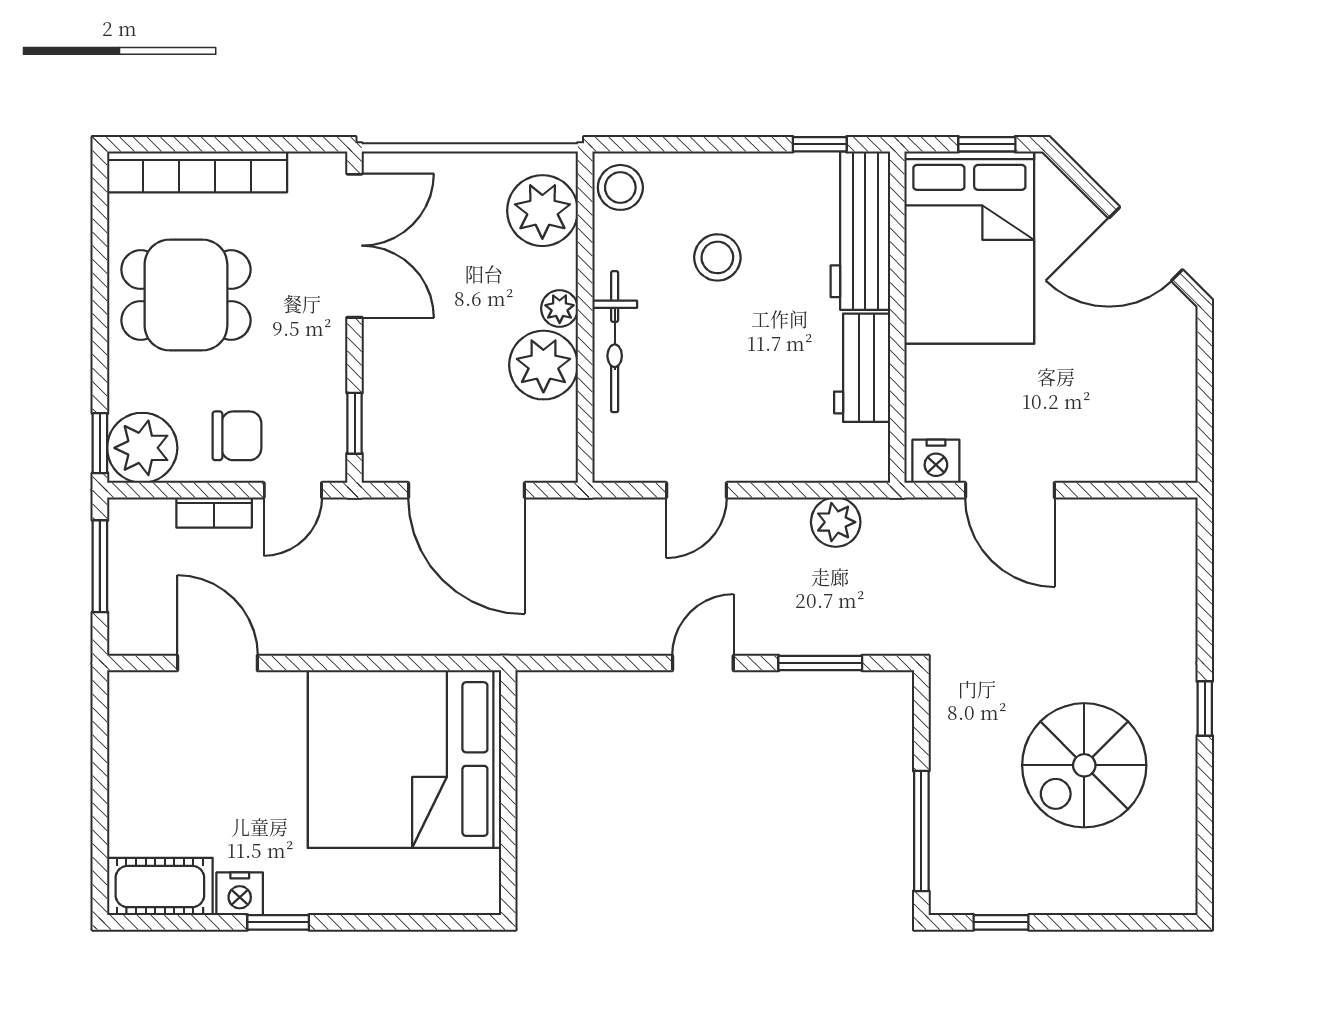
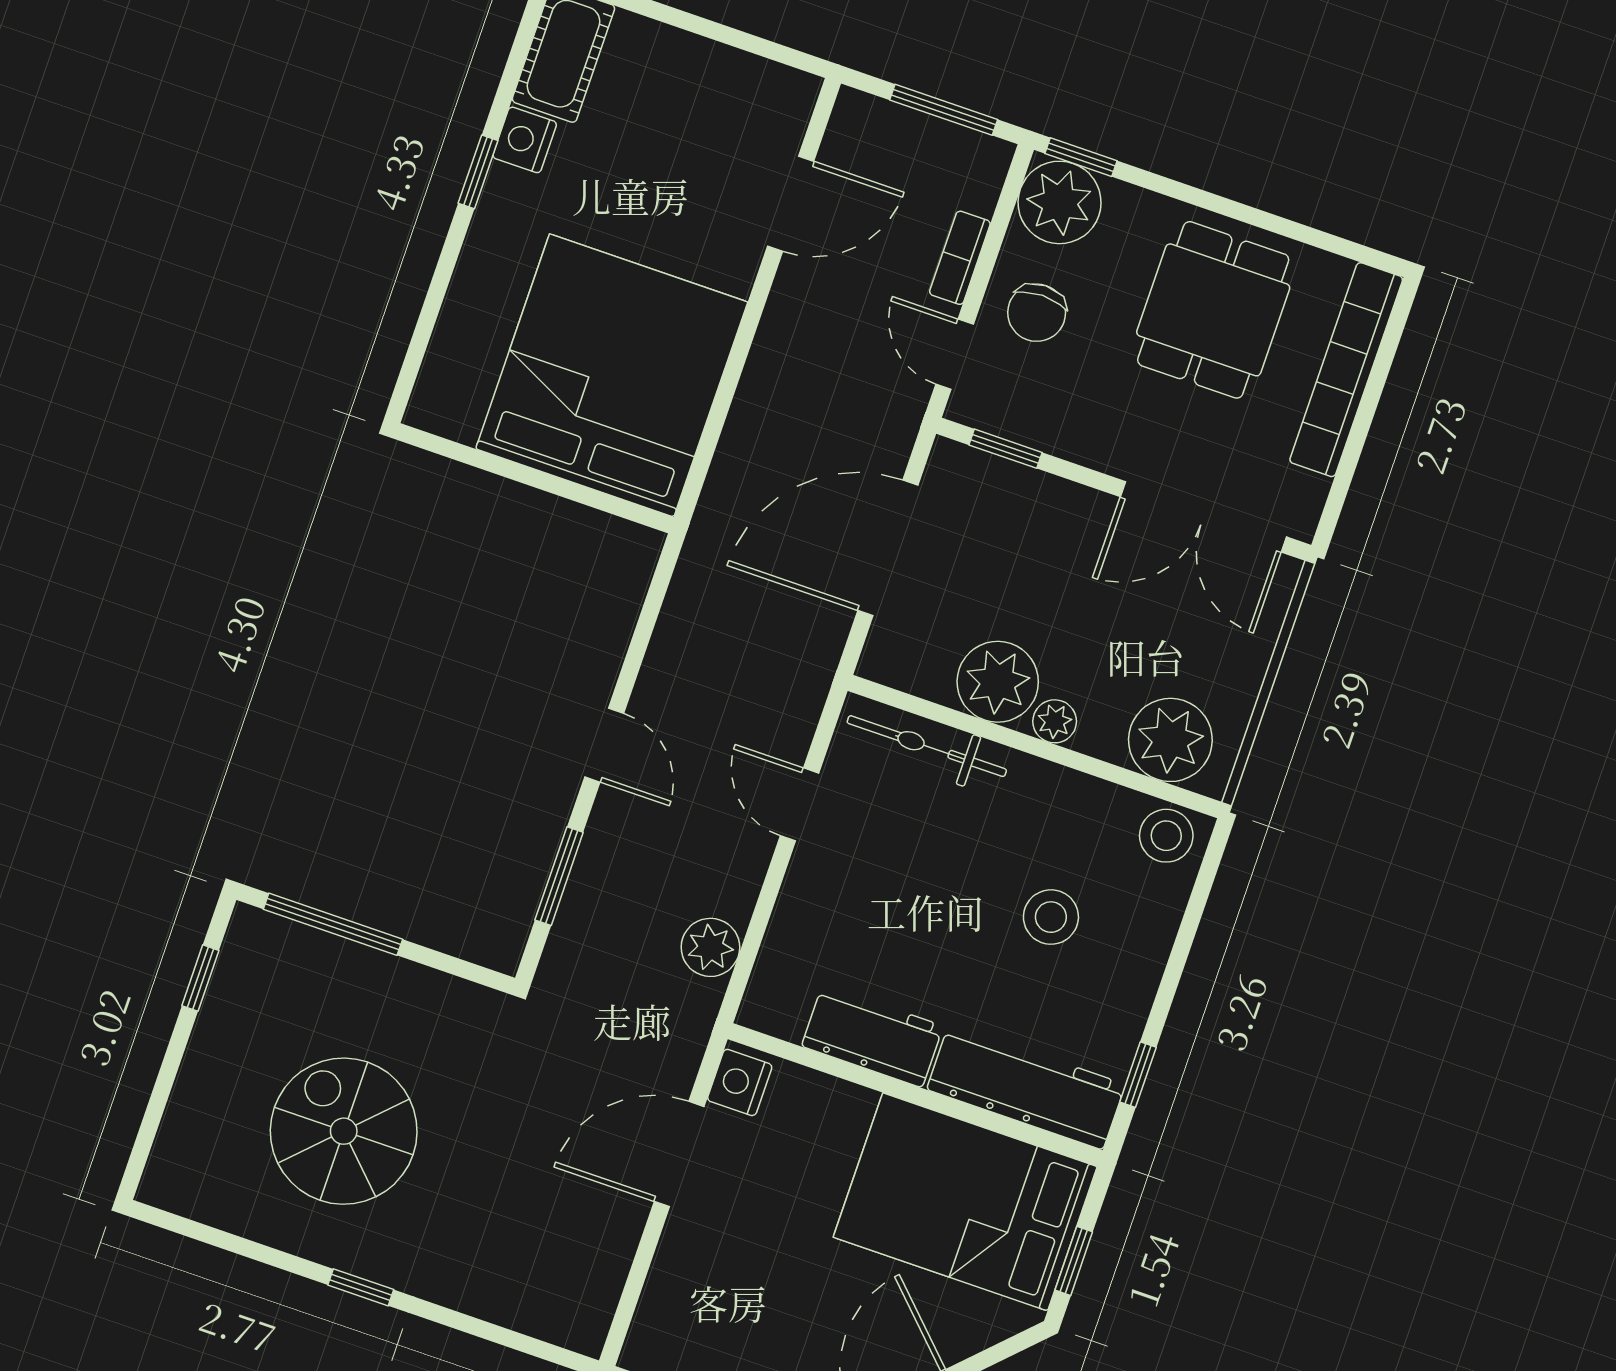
bicycle: (615, 342) -> (927, 746), moved

